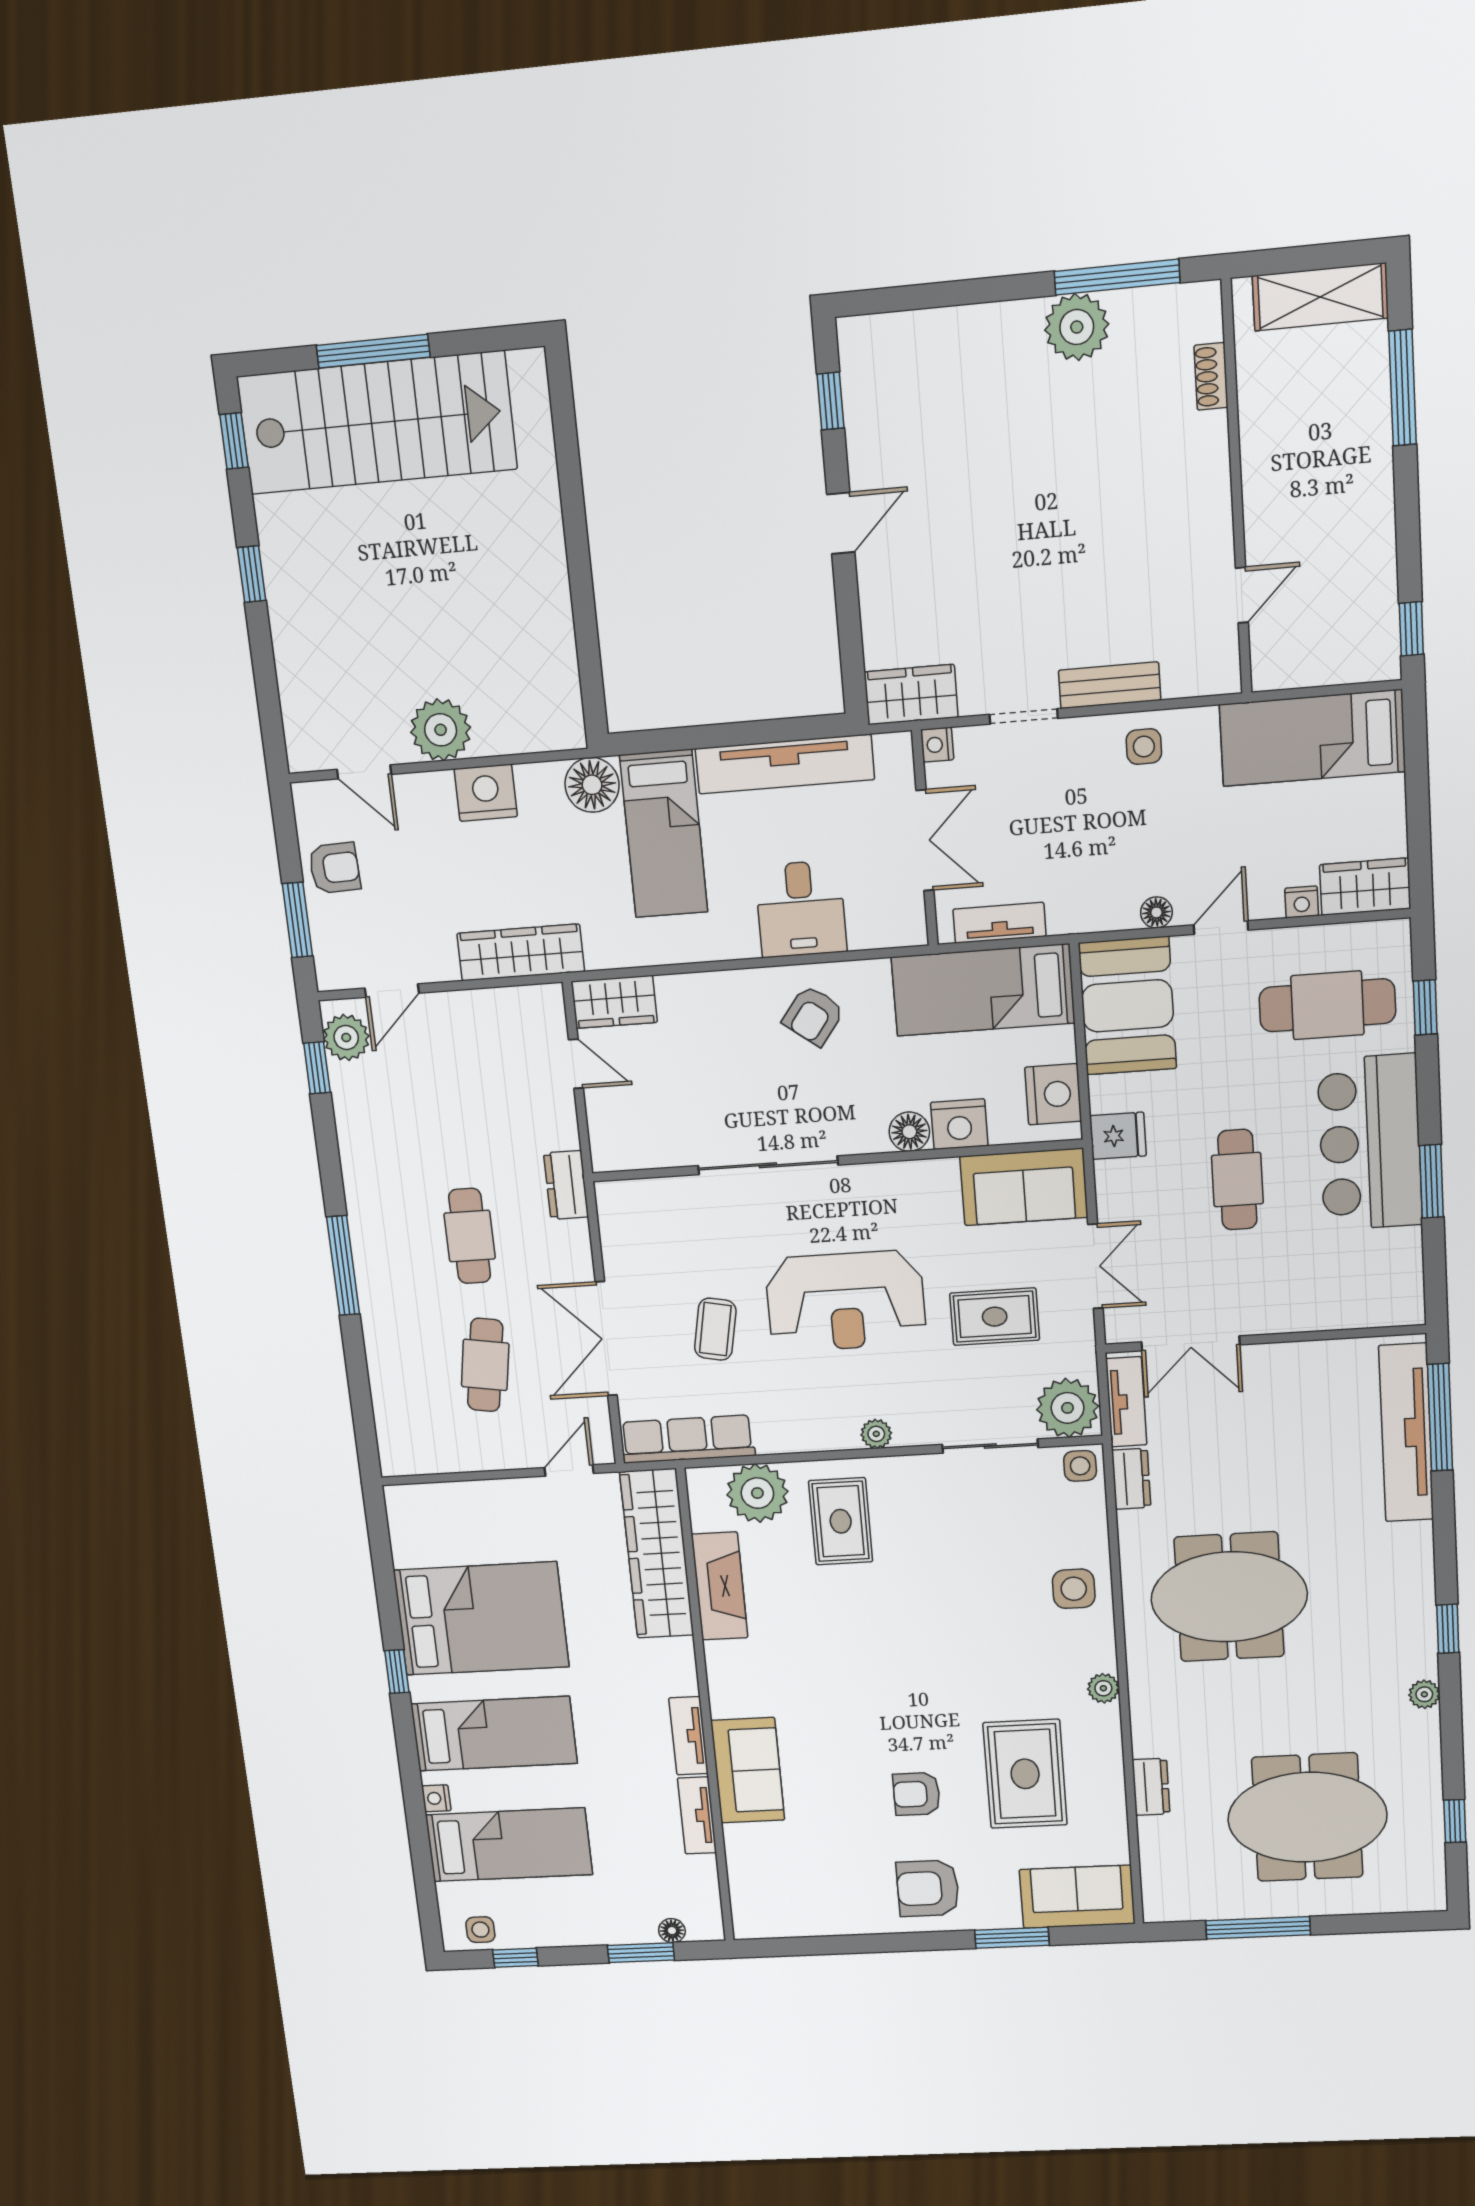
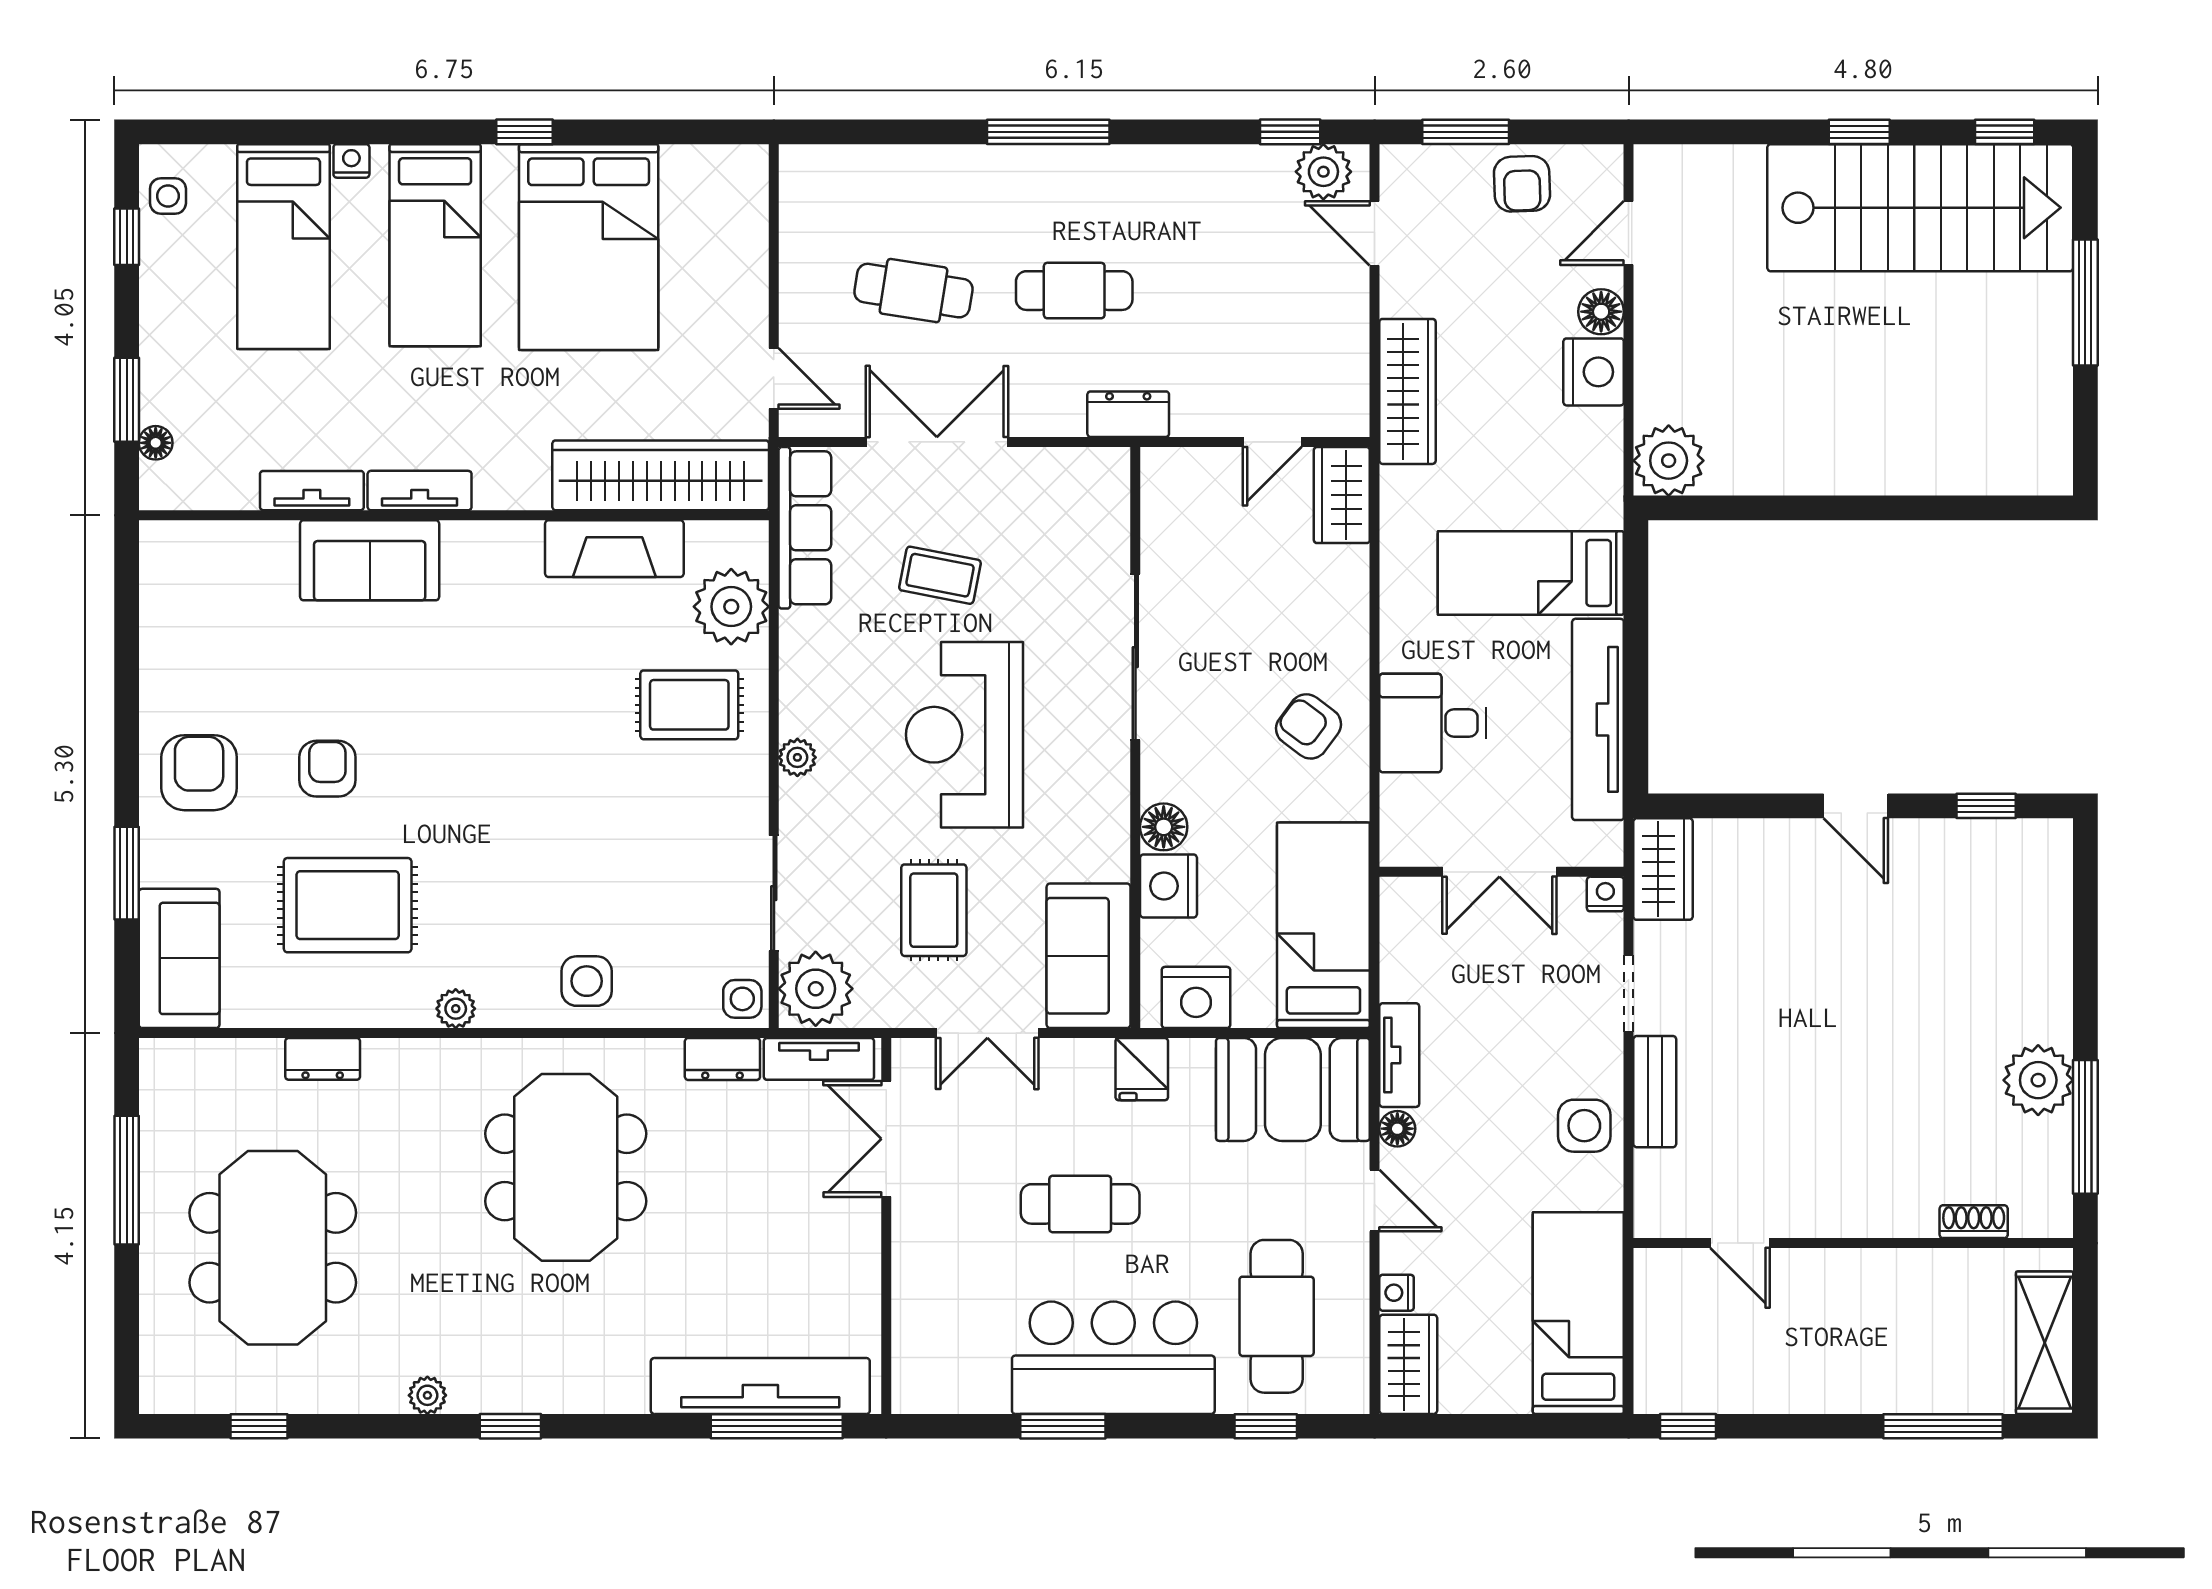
stairs: (377, 423) -> (1920, 208), moved, turned -90
plant: (441, 730) -> (1669, 461), moved
side table: (1144, 747) -> (1584, 1126), width x1.37, depth x1.37
floor lamp: (592, 785) -> (1601, 312), moved, width x0.73, depth x0.73
tv unit: (999, 923) -> (1399, 1055), moved

